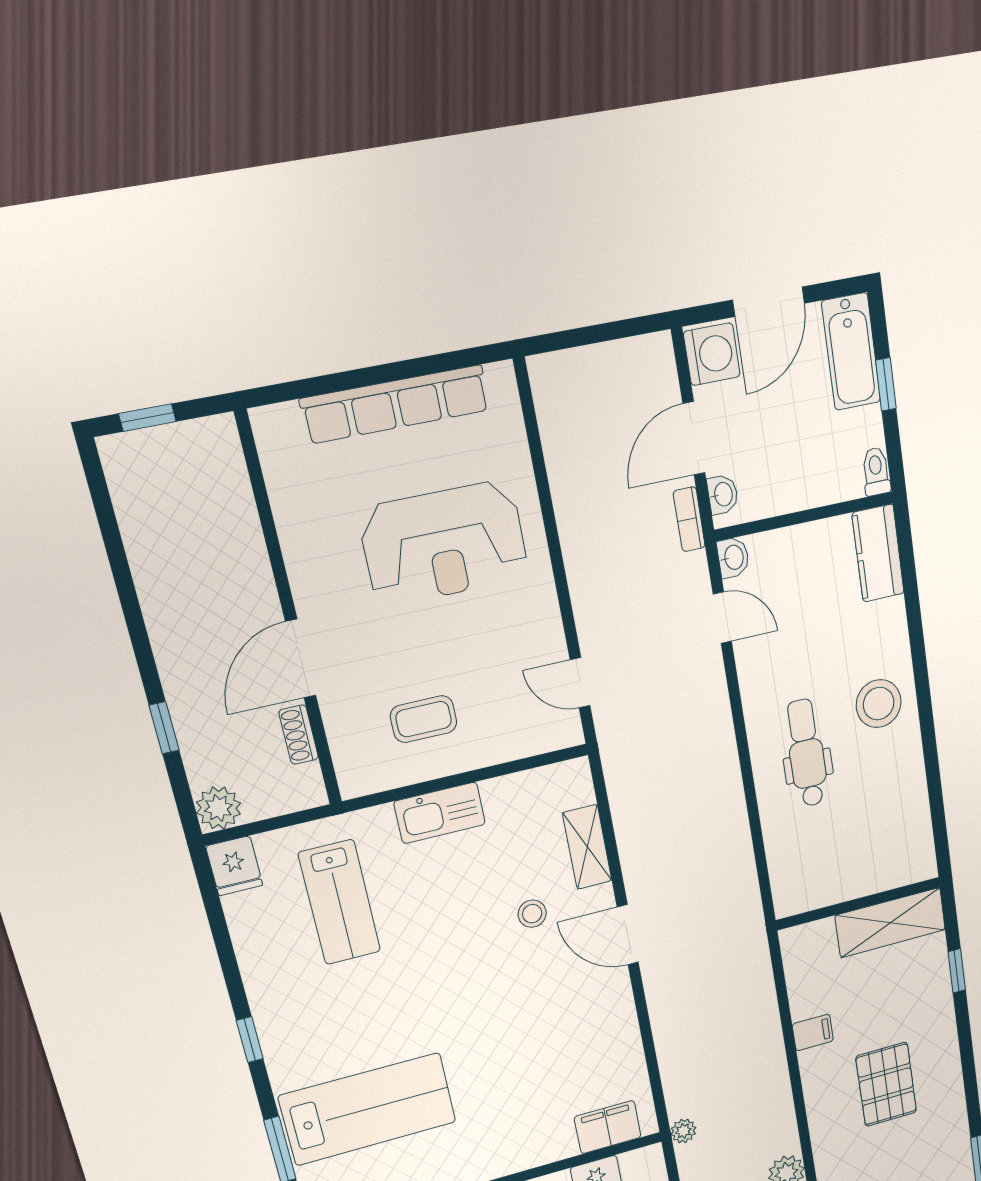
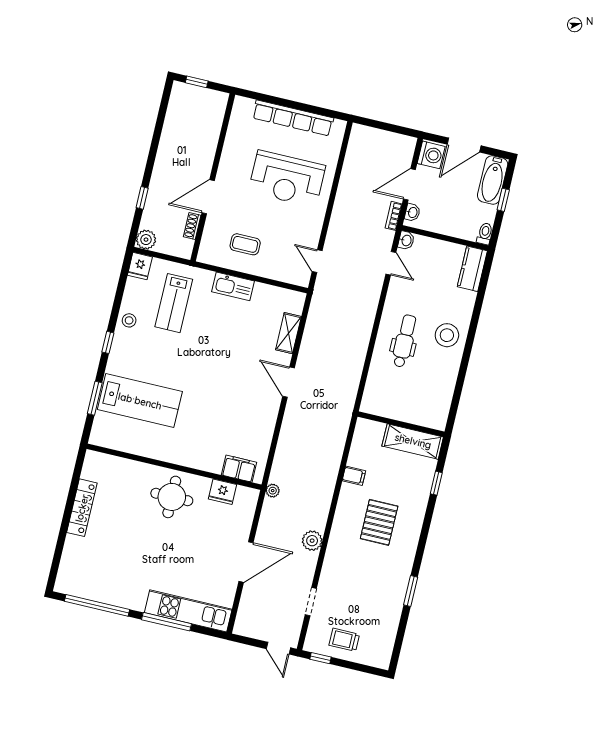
stool: (532, 914) -> (129, 320), moved

